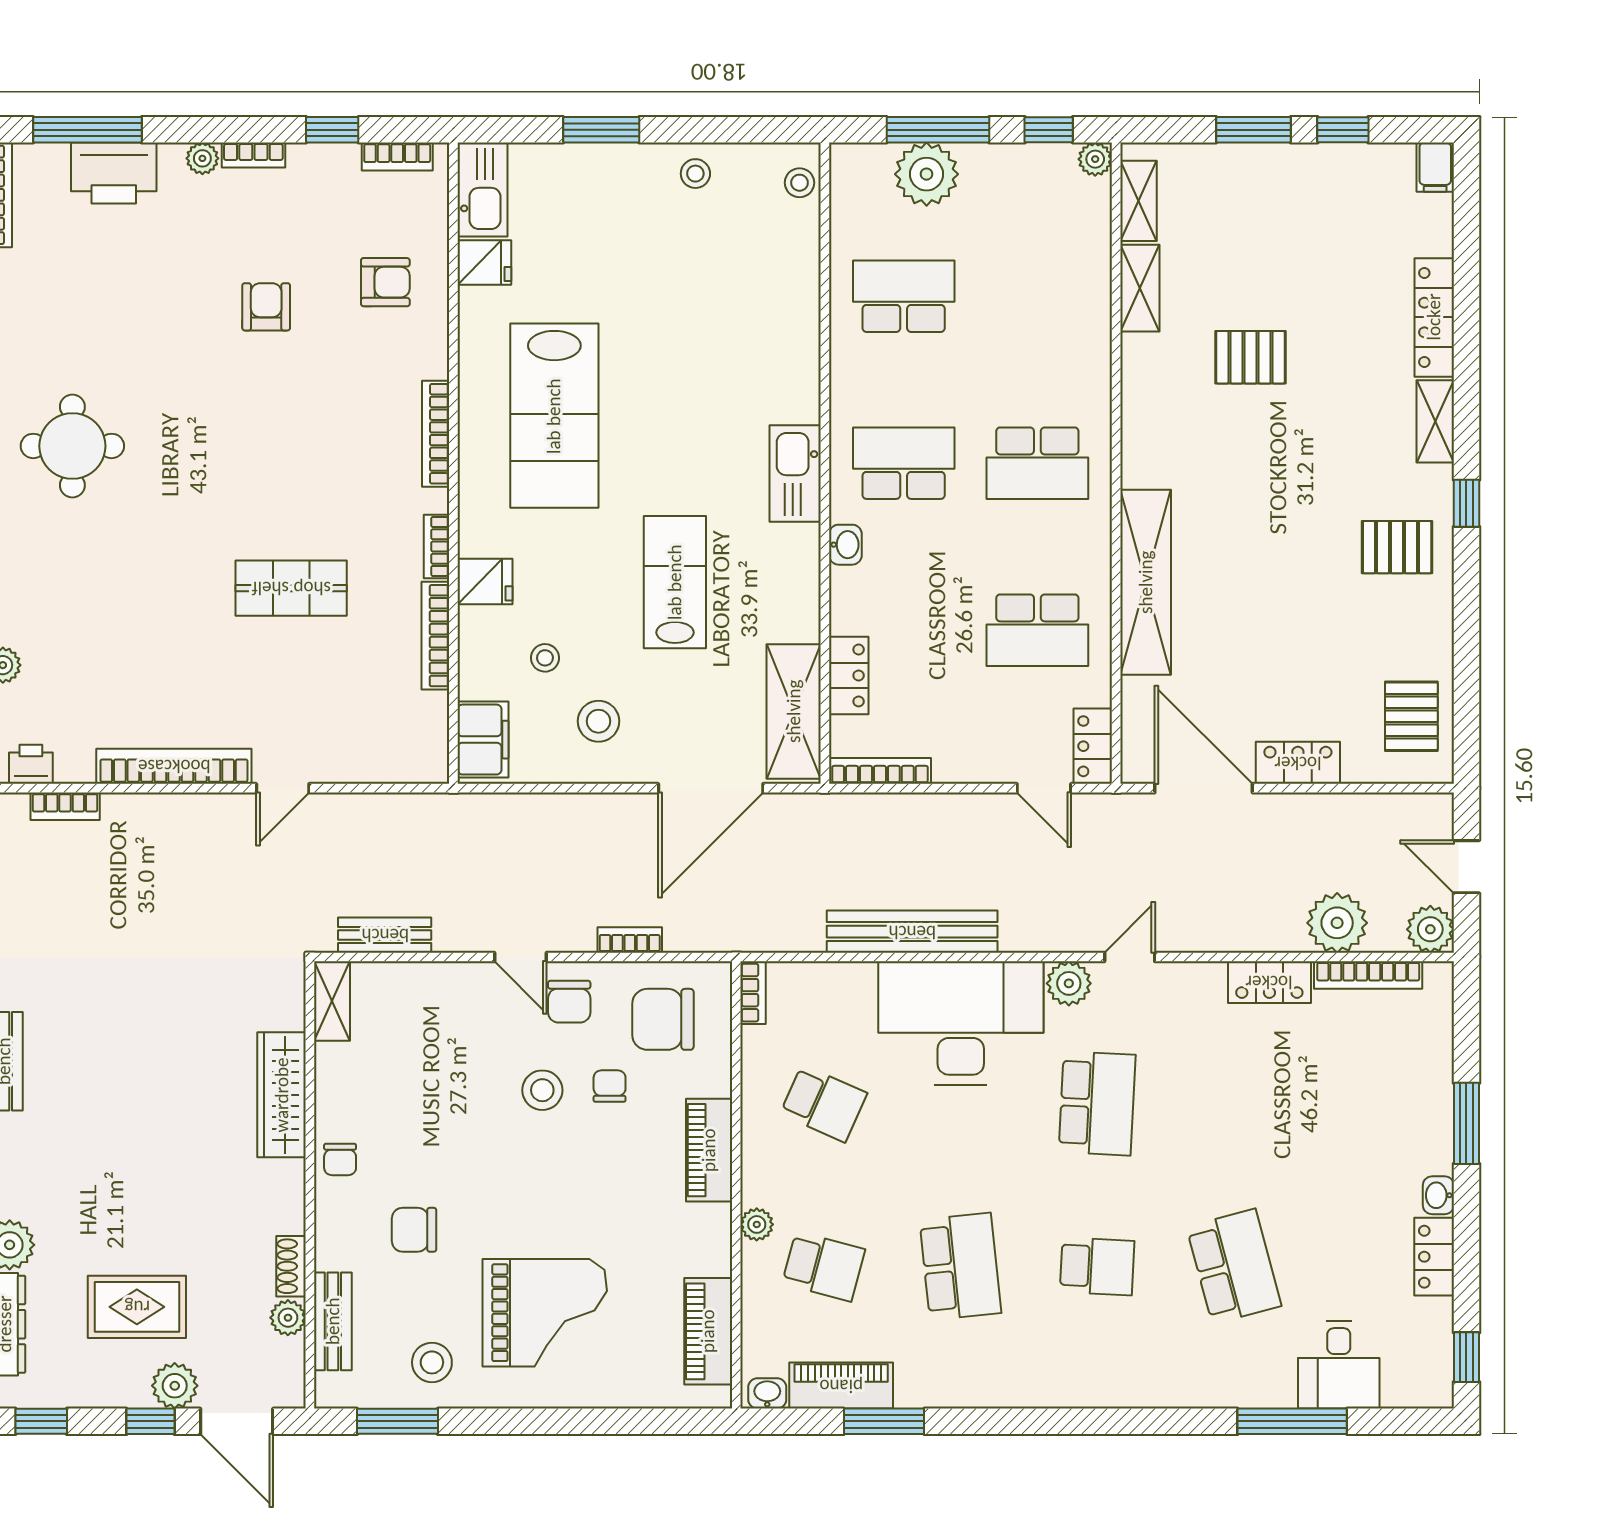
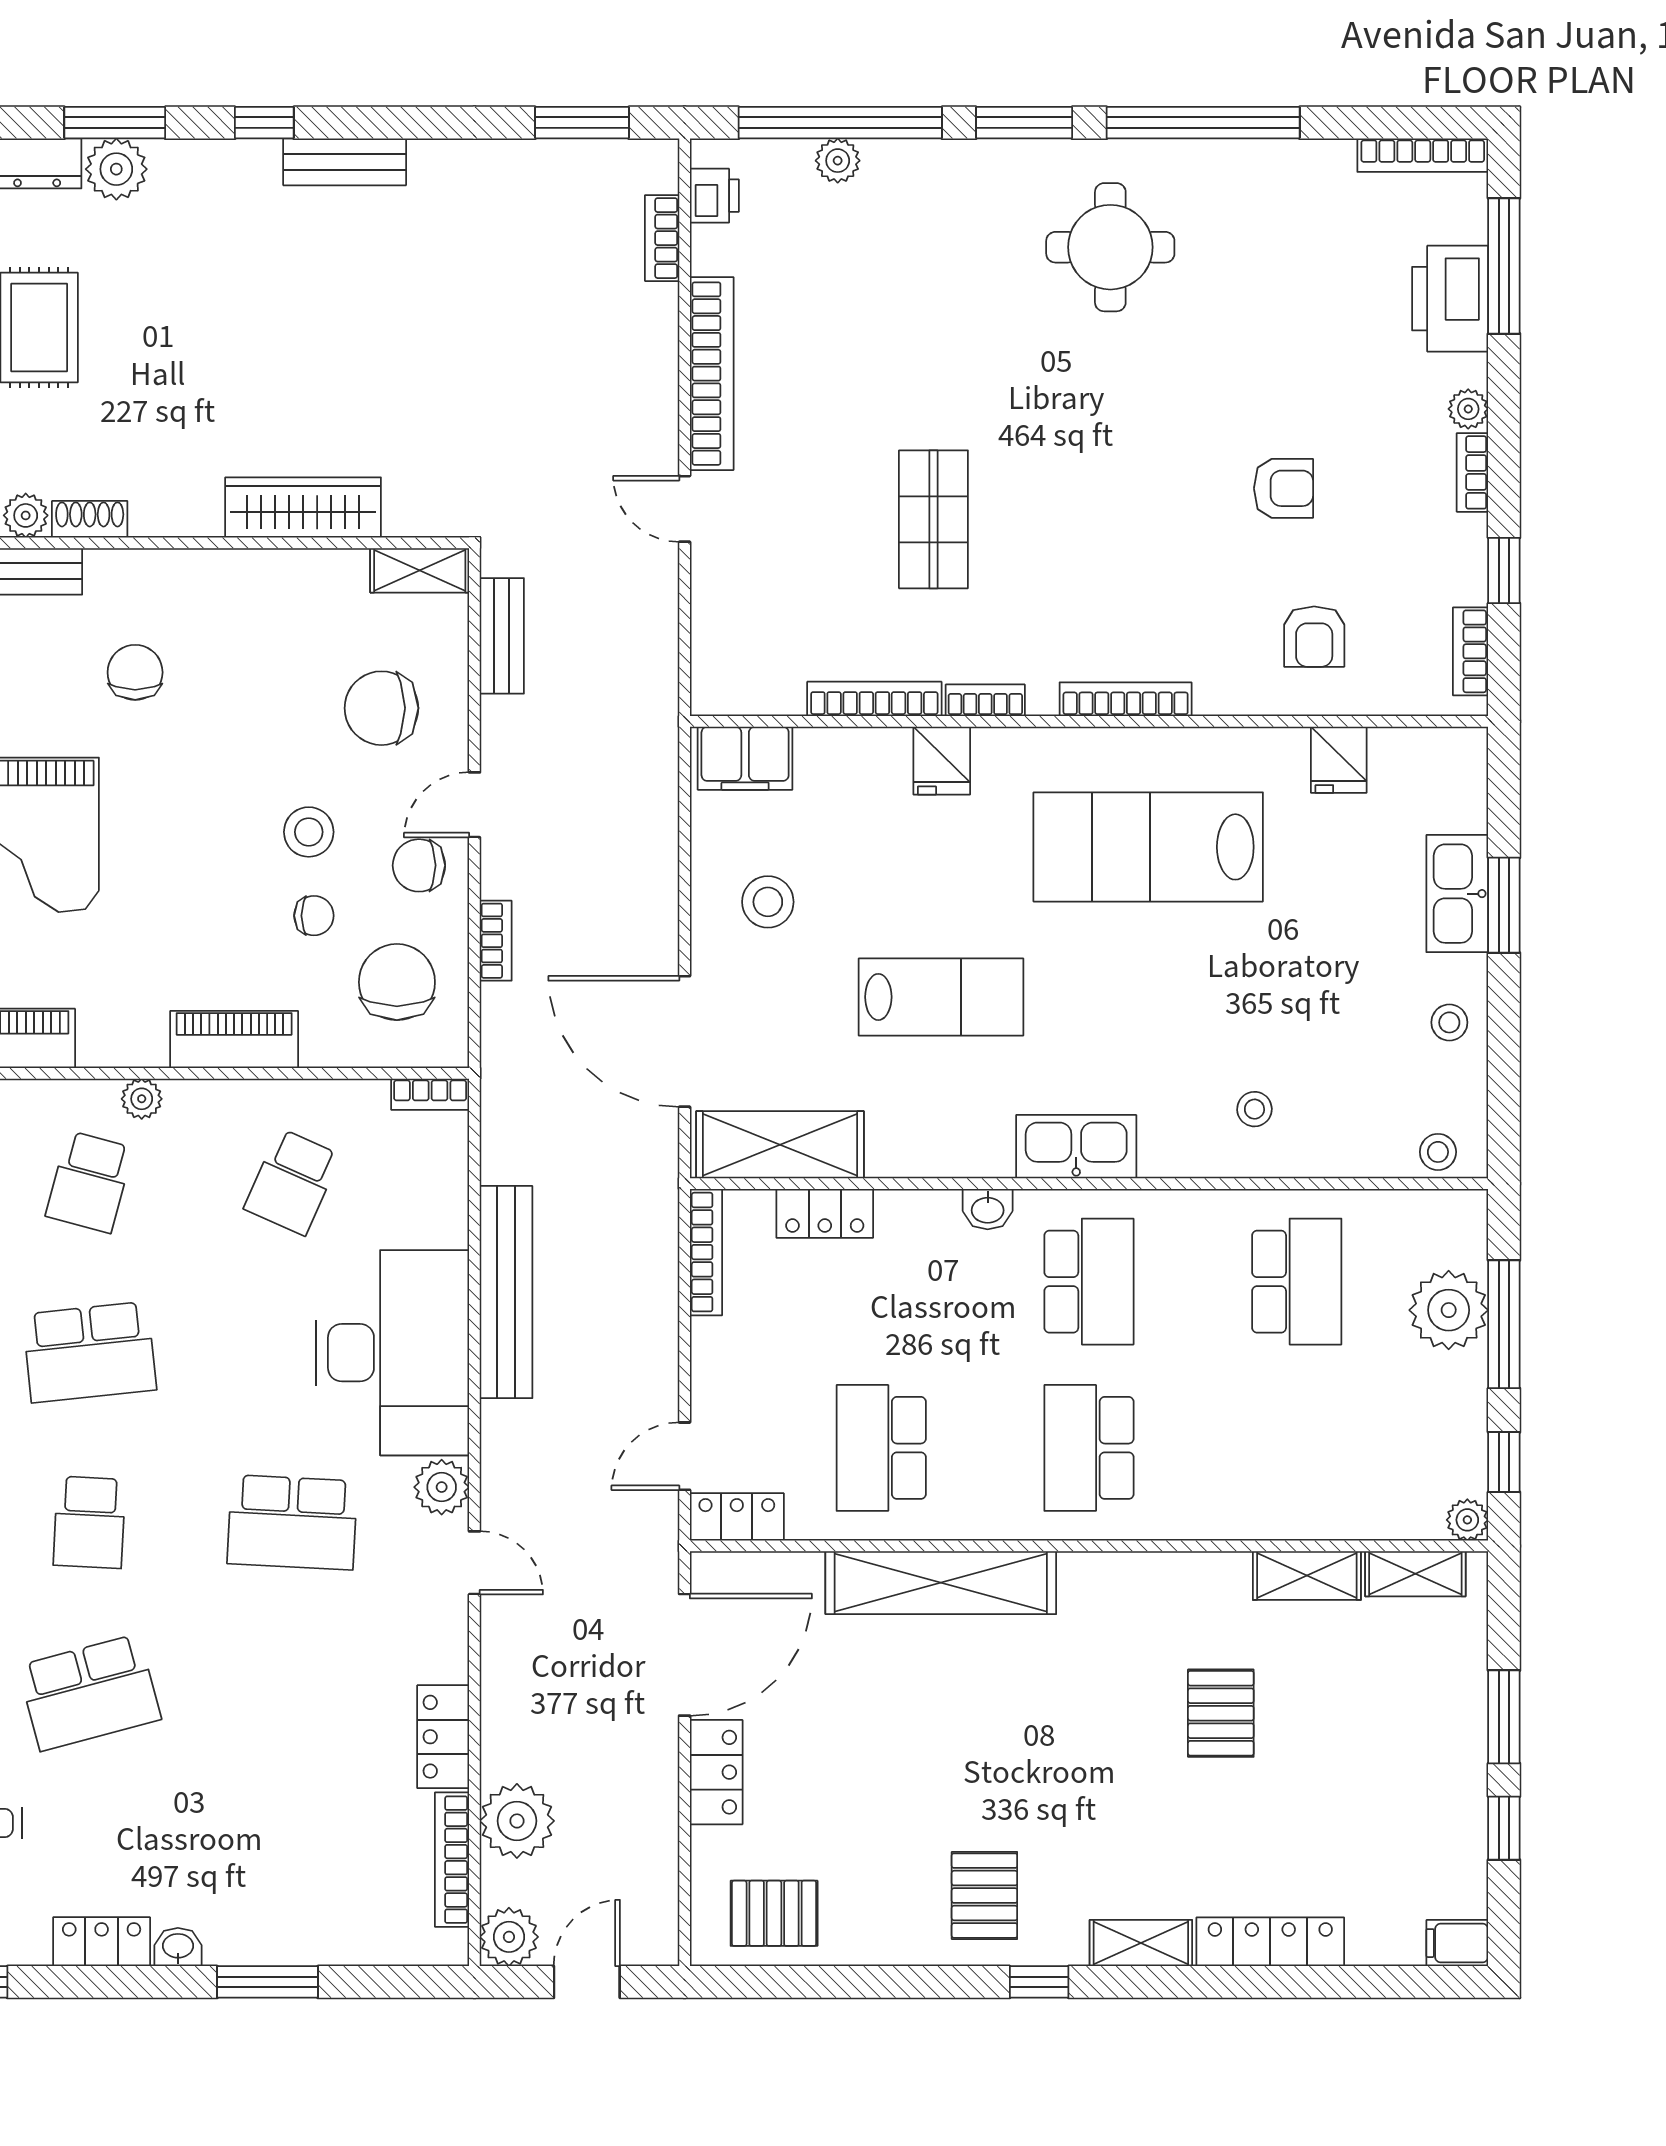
kitchen sink: (483, 190) -> (1457, 894), moved, turned 90
stool: (545, 658) -> (1254, 1109), moved
chair: (340, 1159) -> (381, 708), moved, width x1.87, depth x1.87

